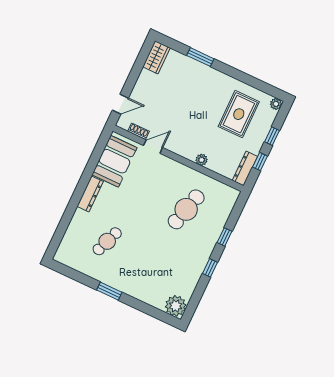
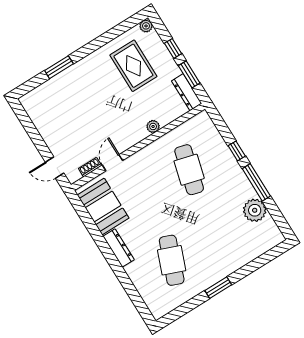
wardrobe: (156, 57) -> (33, 107), removed
door: (120, 104) -> (55, 168), swing flipped
window: (260, 162) -> (189, 74), width x1.50
cafe table: (107, 241) -> (172, 260), width x1.37, depth x1.35
window: (210, 268) -> (256, 182), width x2.17
plant: (176, 306) -> (255, 210), moved

